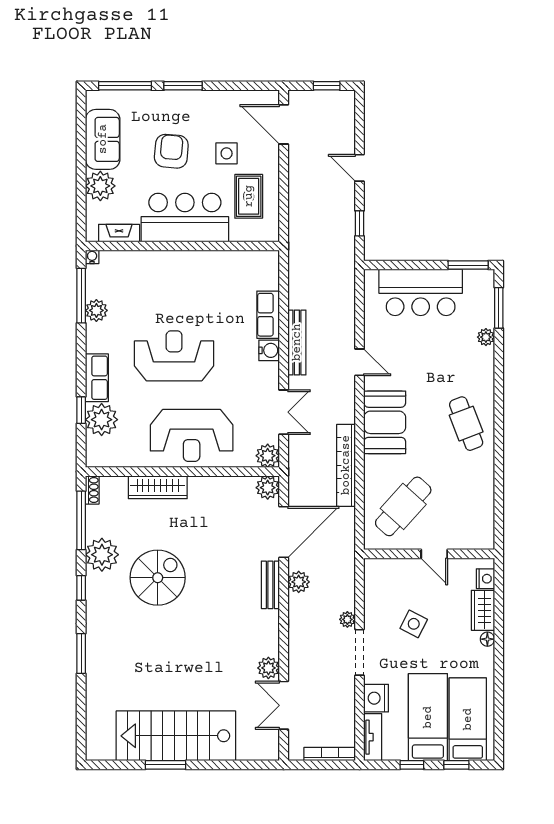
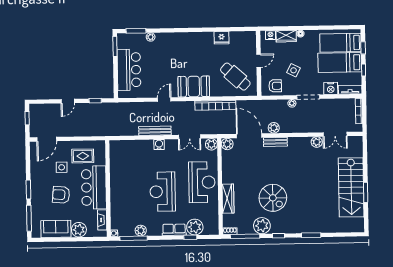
row of seats: (268, 315) -> (141, 145), removed
double door: (284, 412) -> (190, 137), swing flipped
cafe table: (466, 424) -> (194, 46), removed
fridge: (482, 480) -> (221, 38), added
spiral stairs: (158, 578) -> (273, 198), turned 180
armchair: (383, 586) -> (275, 86), added

